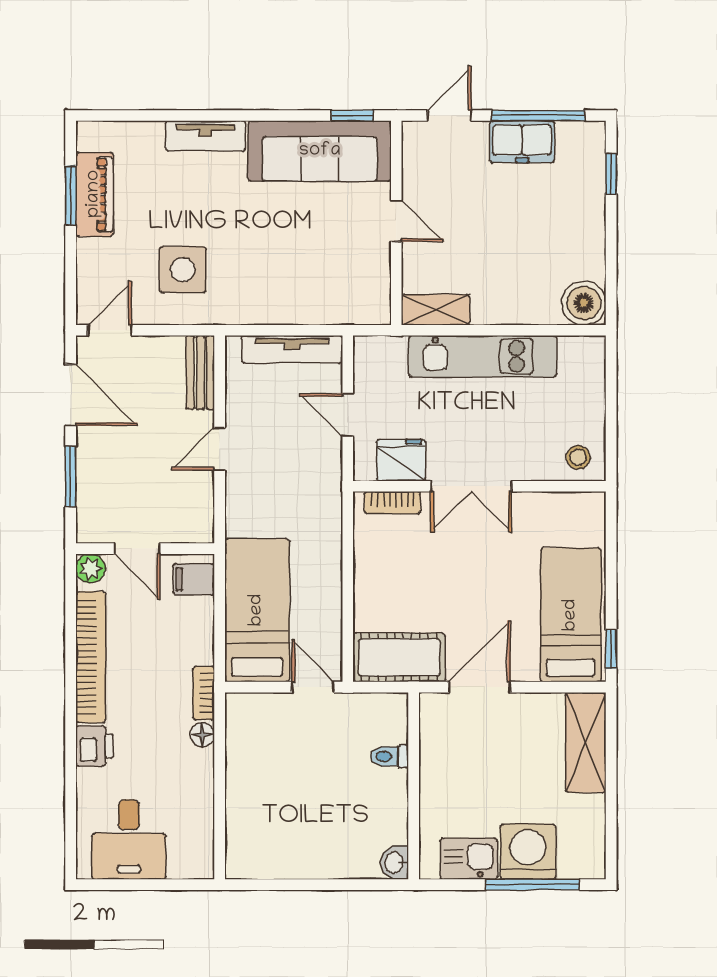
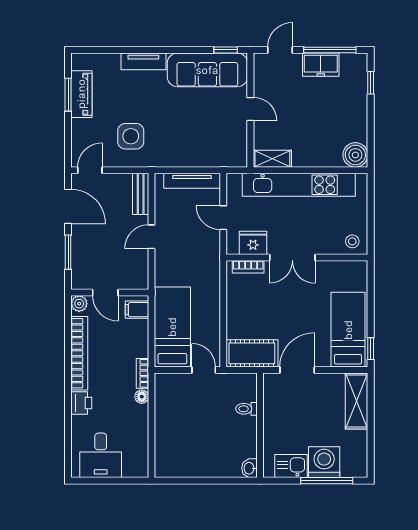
kitchen unit: (483, 356) -> (299, 185), width x1.36

